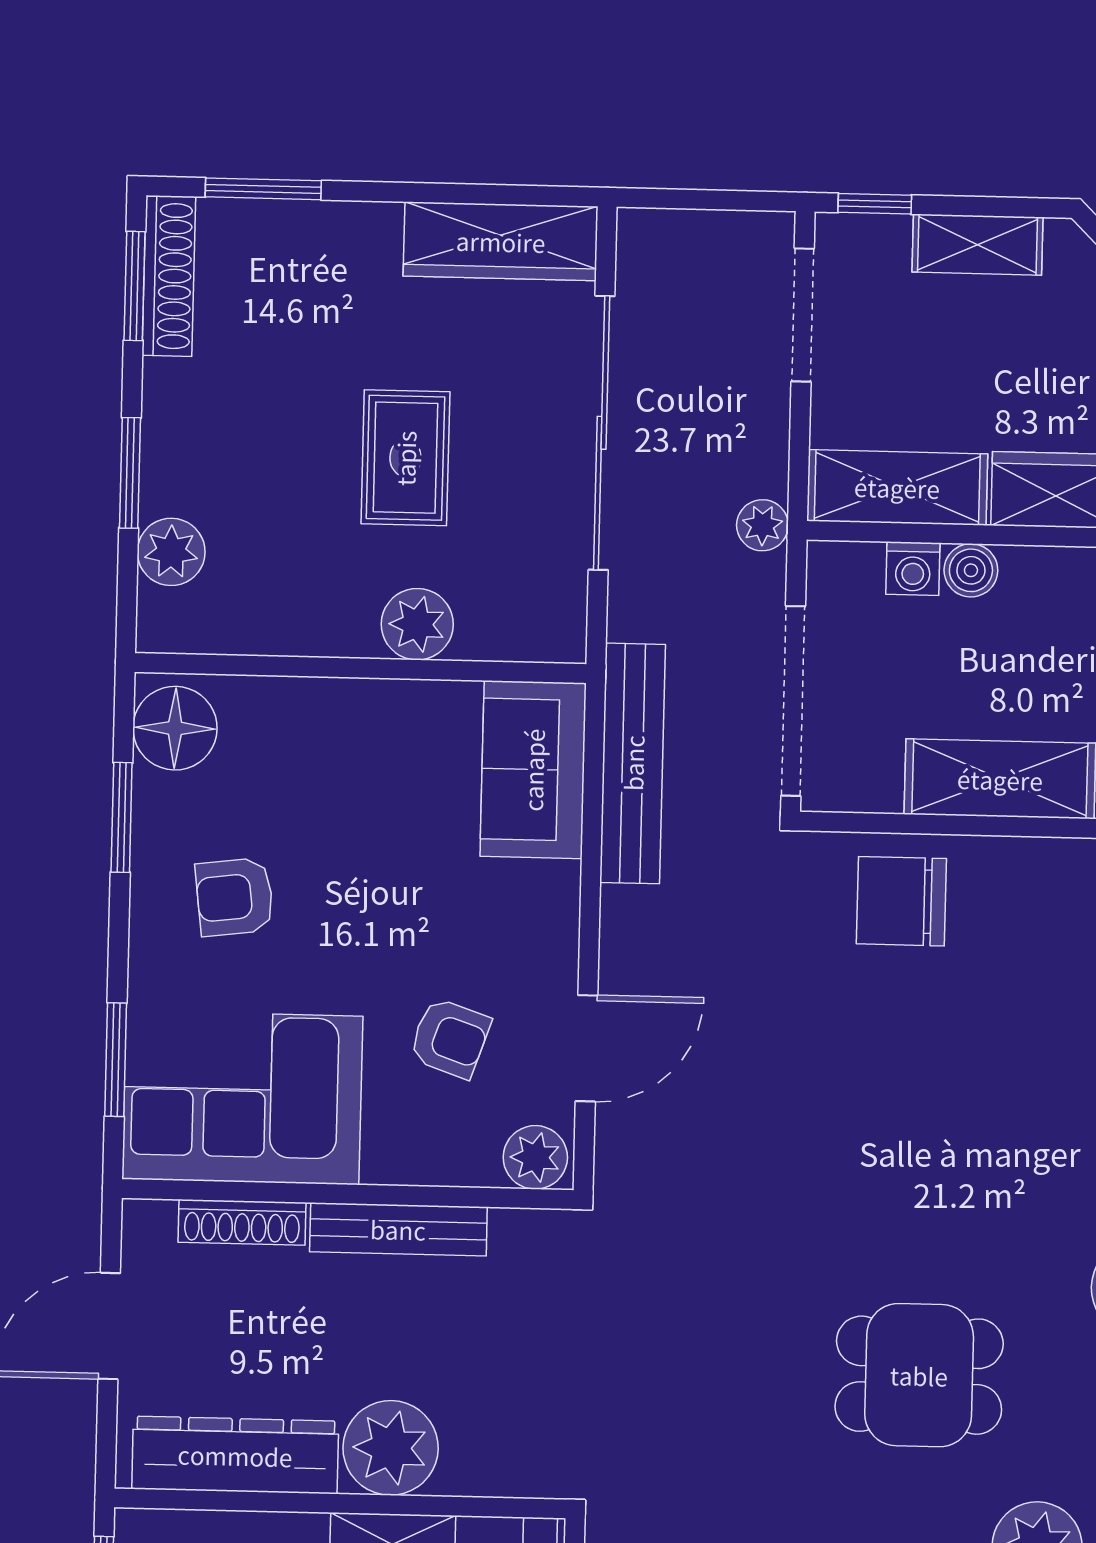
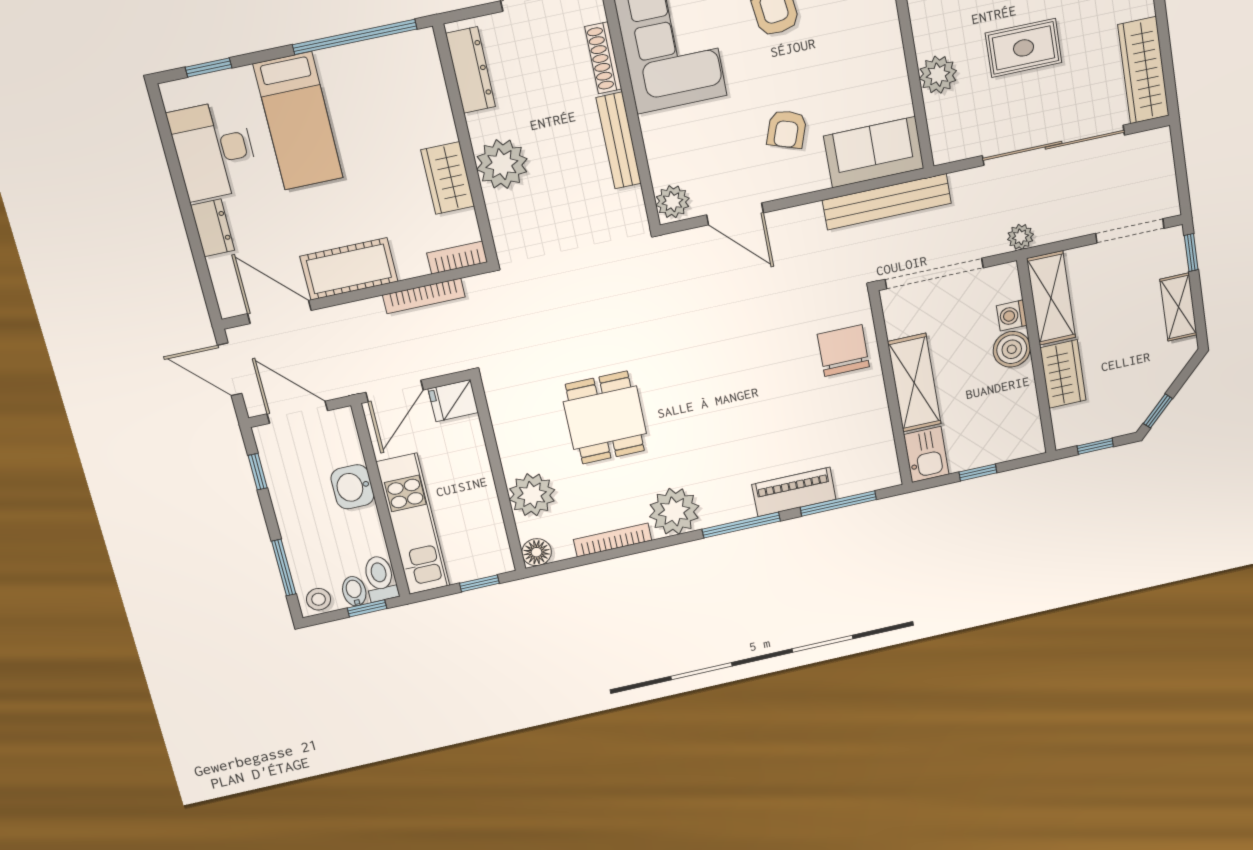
boiler: (971, 570) -> (1012, 349), width x1.36, depth x1.36
armchair: (450, 1038) -> (787, 129), moved
dresser: (235, 1455) -> (470, 70), width x0.73, depth x0.80

